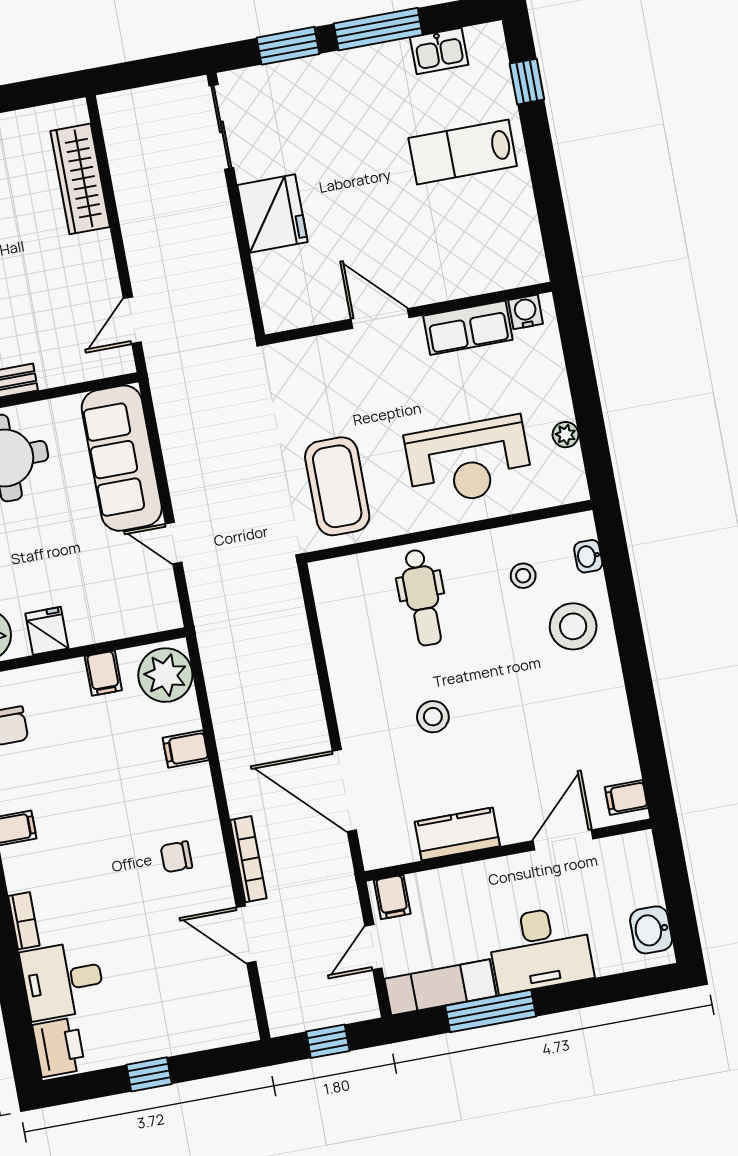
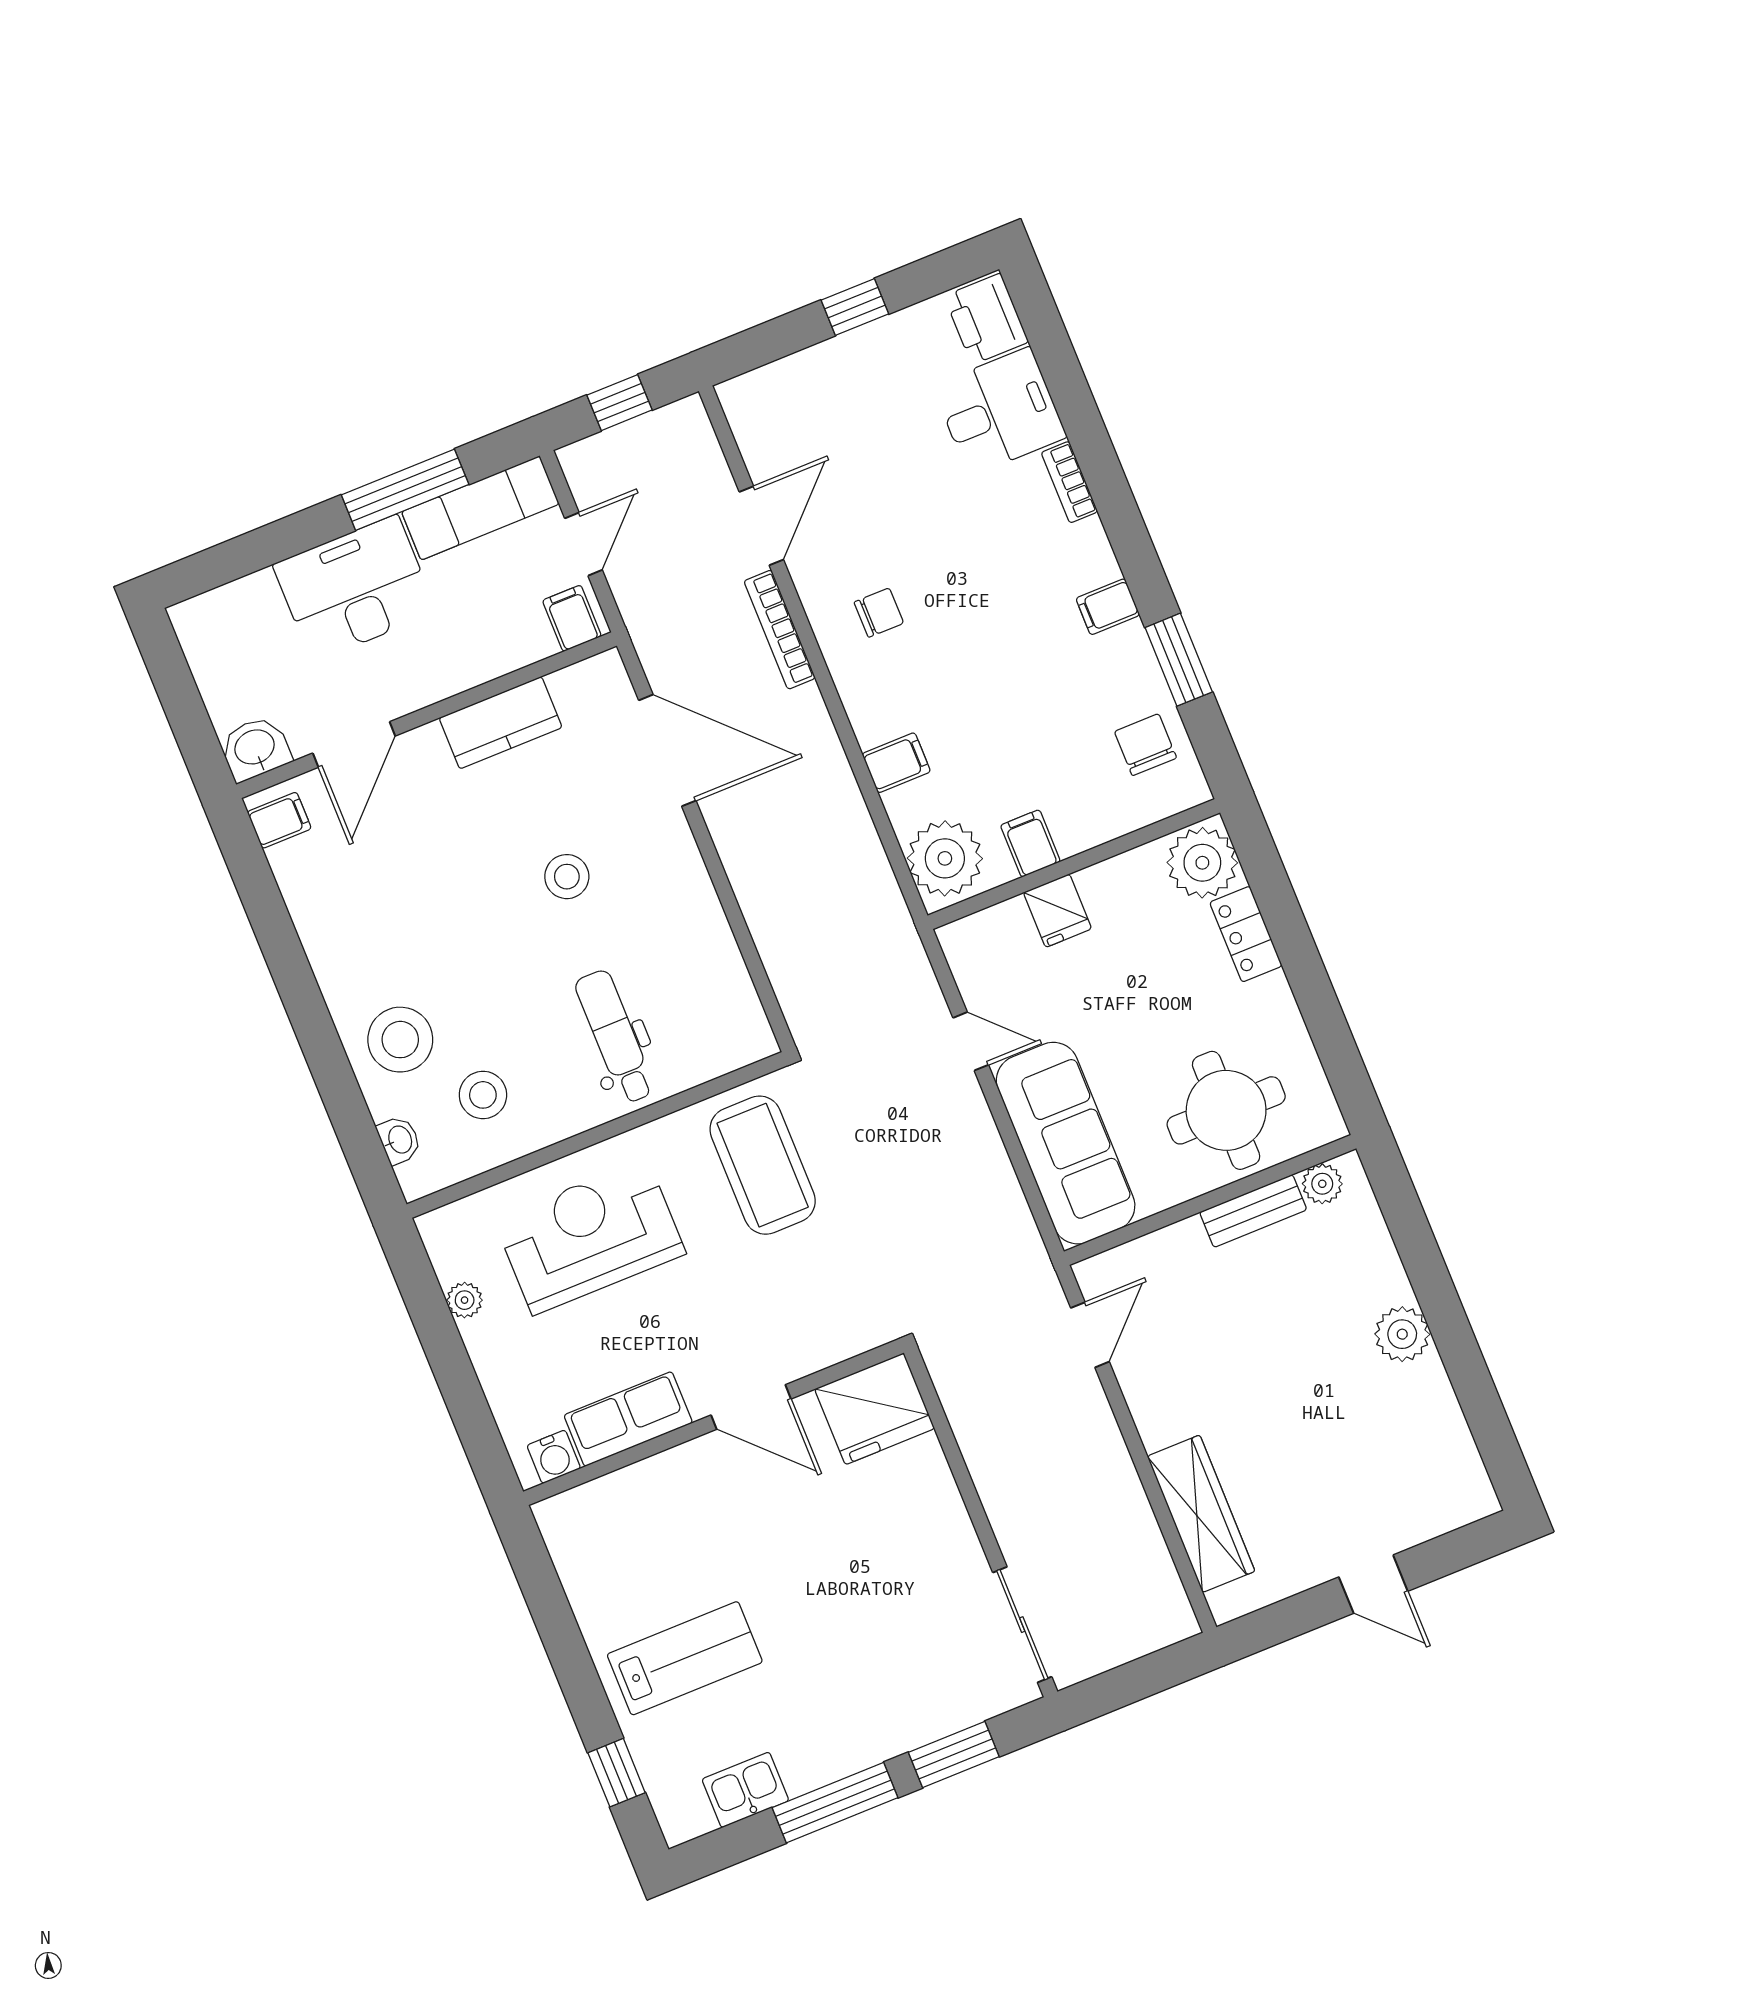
fridge: (272, 213) -> (875, 1409), moved, turned -90
stool: (523, 576) -> (483, 1095), width x1.37, depth x1.37
fridge: (47, 631) -> (1057, 911), moved
washbasin: (651, 930) -> (255, 748), moved, turned -90
door: (246, 935) -> (761, 526), hinge flipped

